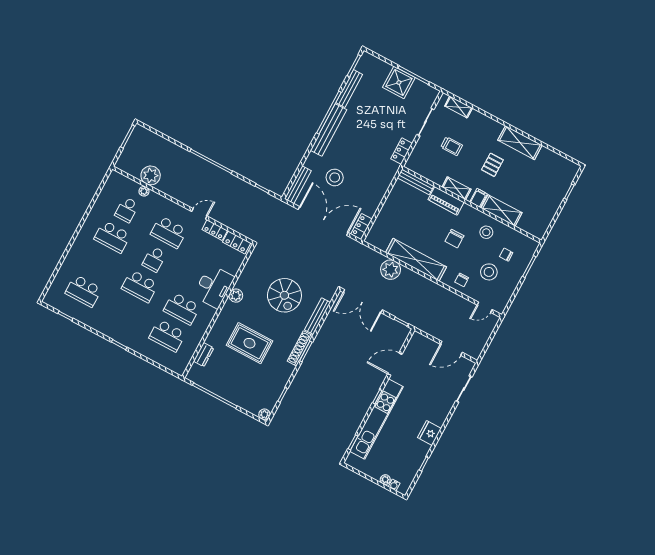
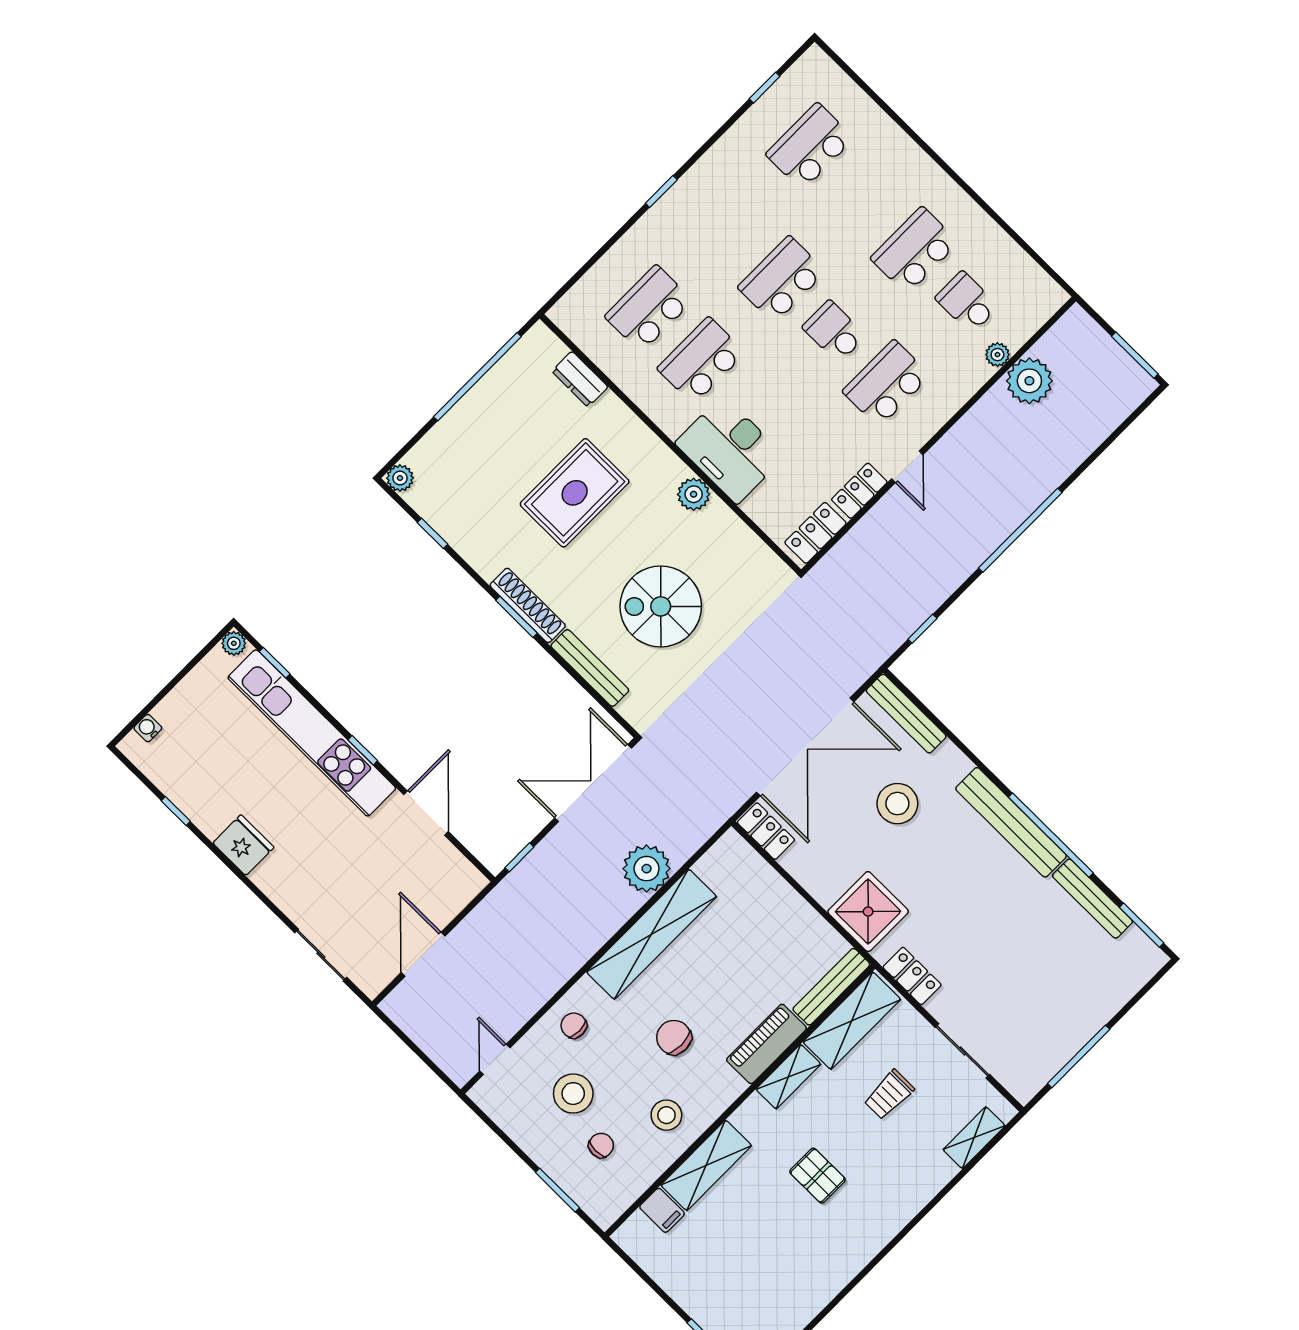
shower: (399, 82) -> (868, 912), moved
shelving: (520, 143) -> (852, 1021), moved
filing cabinet: (479, 198) -> (662, 1210), moved
plant: (385, 480) -> (234, 643), moved

